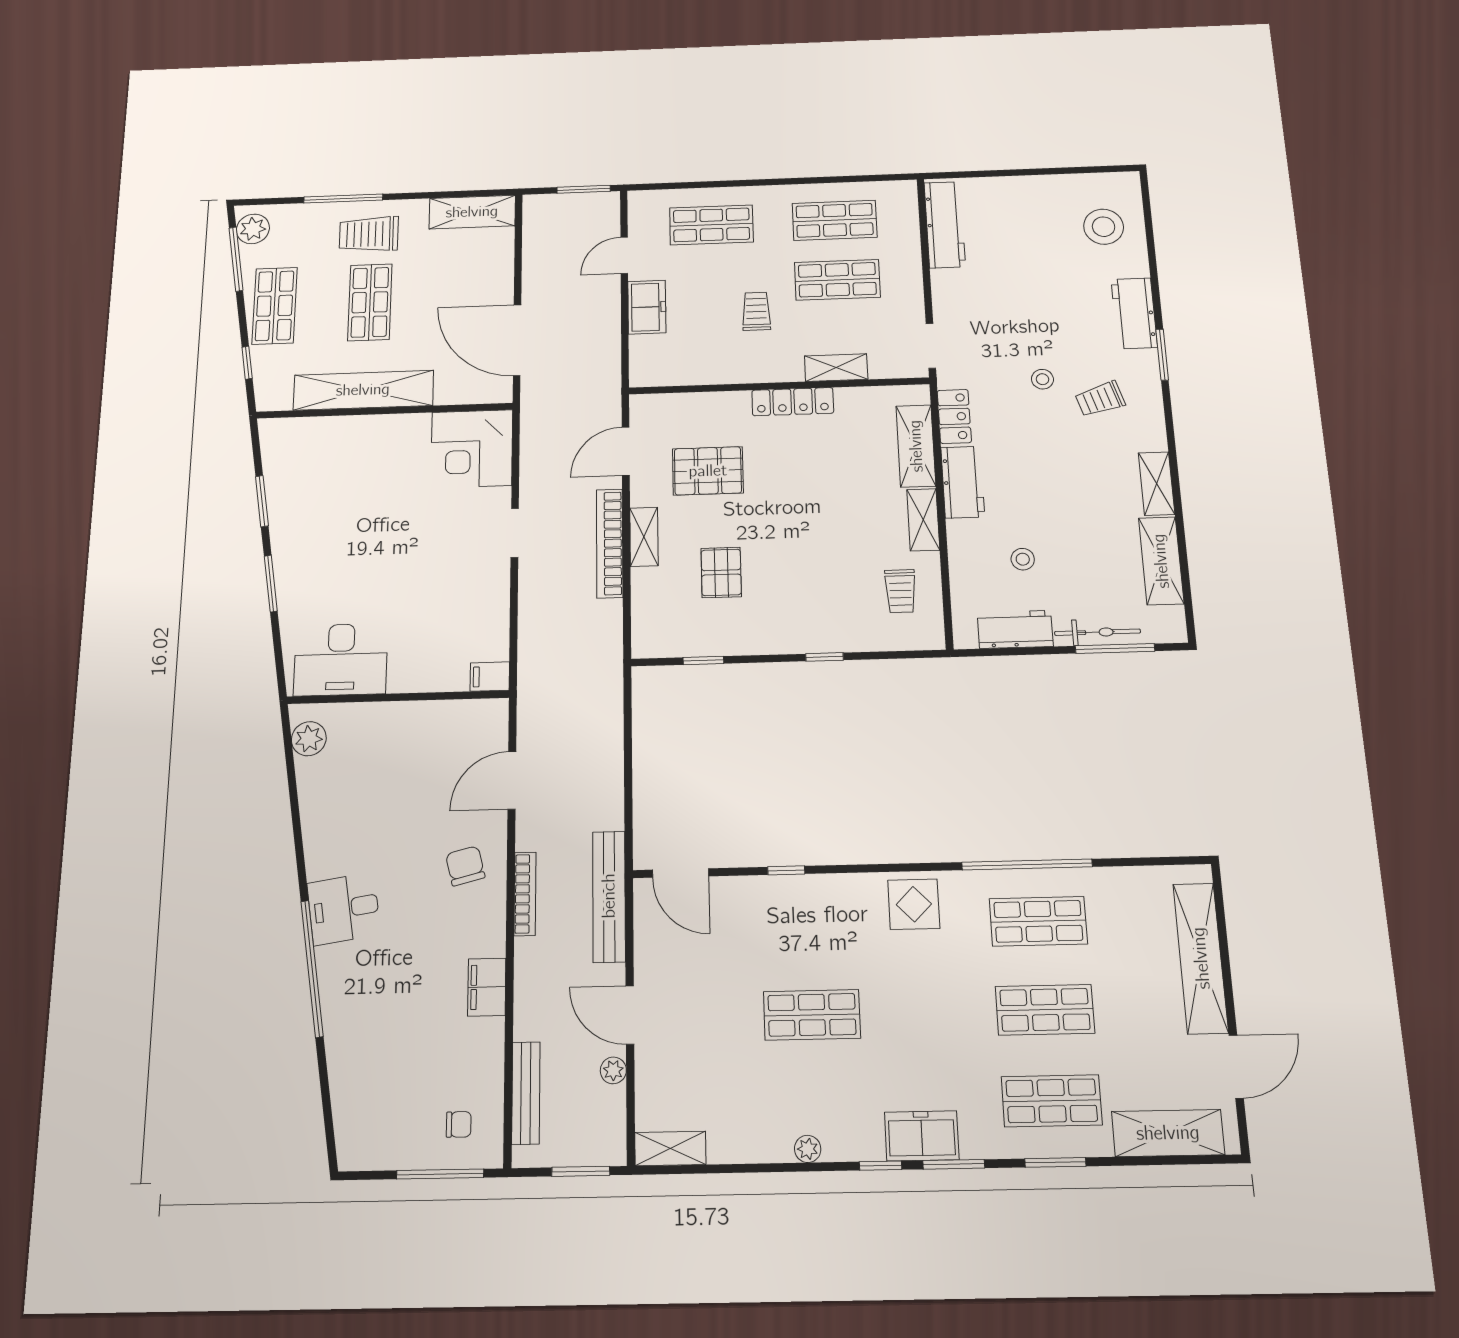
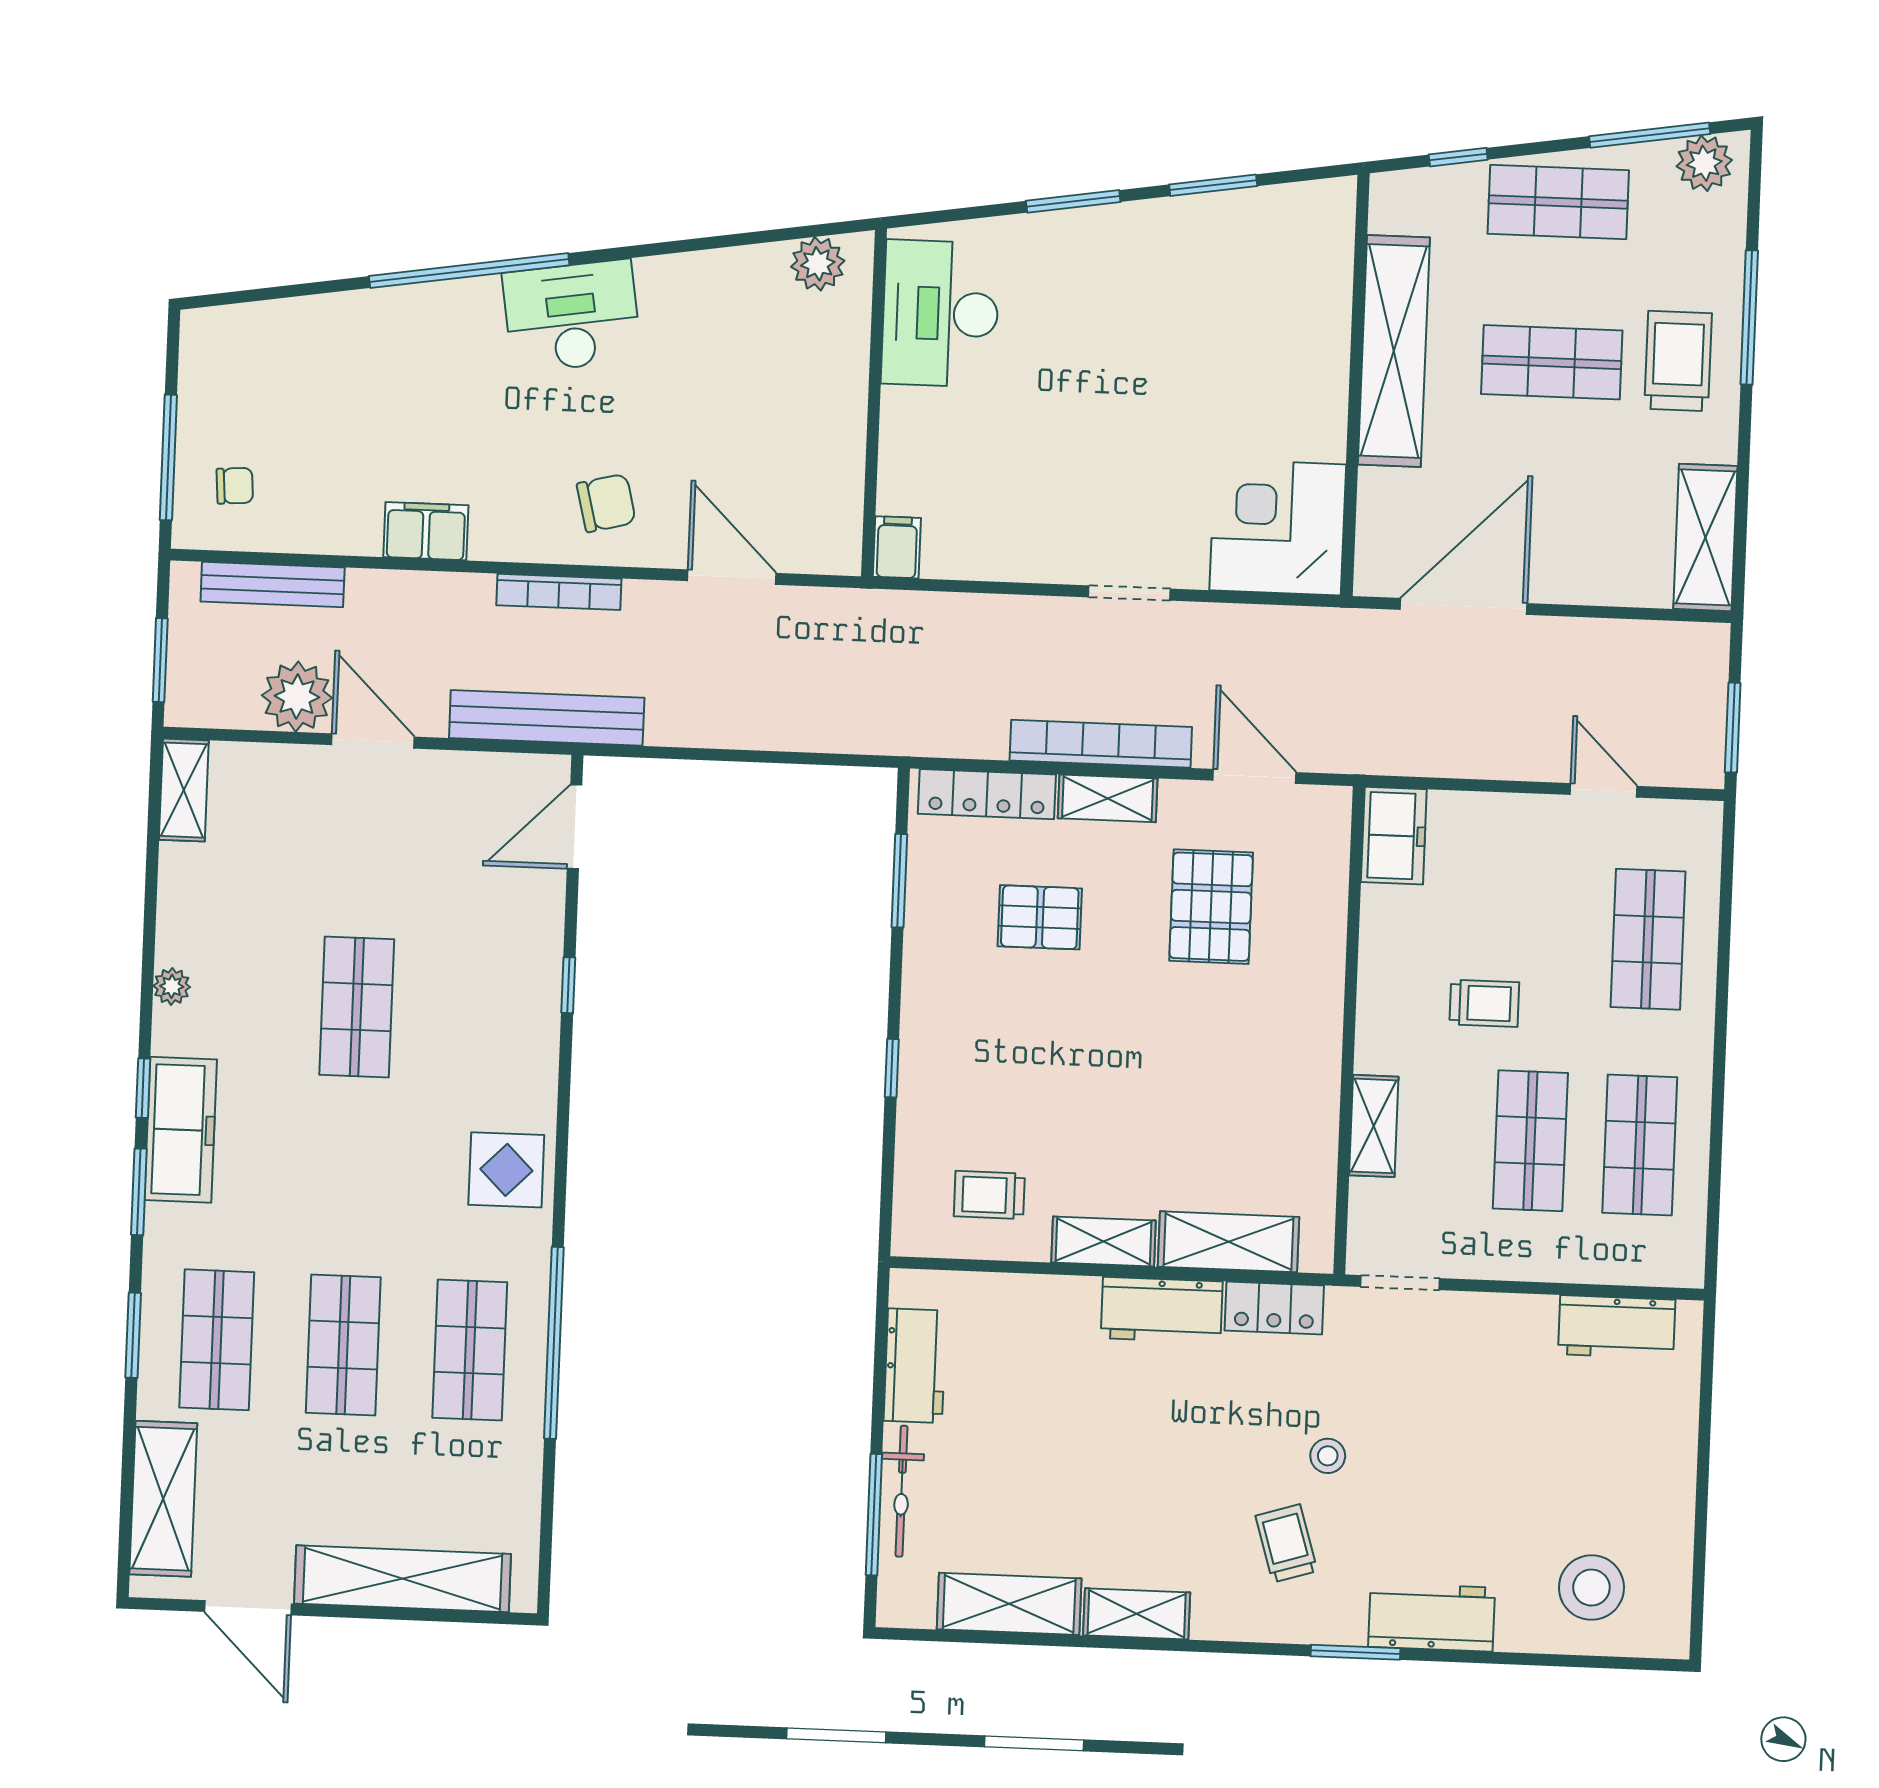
workbench: (945, 225) -> (1617, 1327), width x0.73
freezer: (647, 307) -> (1394, 836), moved, turned -90
locker: (793, 402) -> (987, 794), moved, turned -90
stool: (1023, 559) -> (1027, 1390), removed
window: (703, 660) -> (899, 881), width x1.50
desk: (344, 909) -> (572, 316), width x1.37
door: (630, 1015) -> (373, 741), hinge flipped
plant: (613, 1070) -> (297, 697), width x1.87, depth x1.87
chair: (459, 1124) -> (235, 486), turned -94
freezer: (922, 1136) -> (181, 1130), width x1.40

